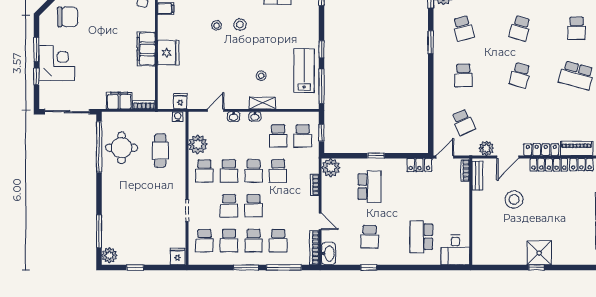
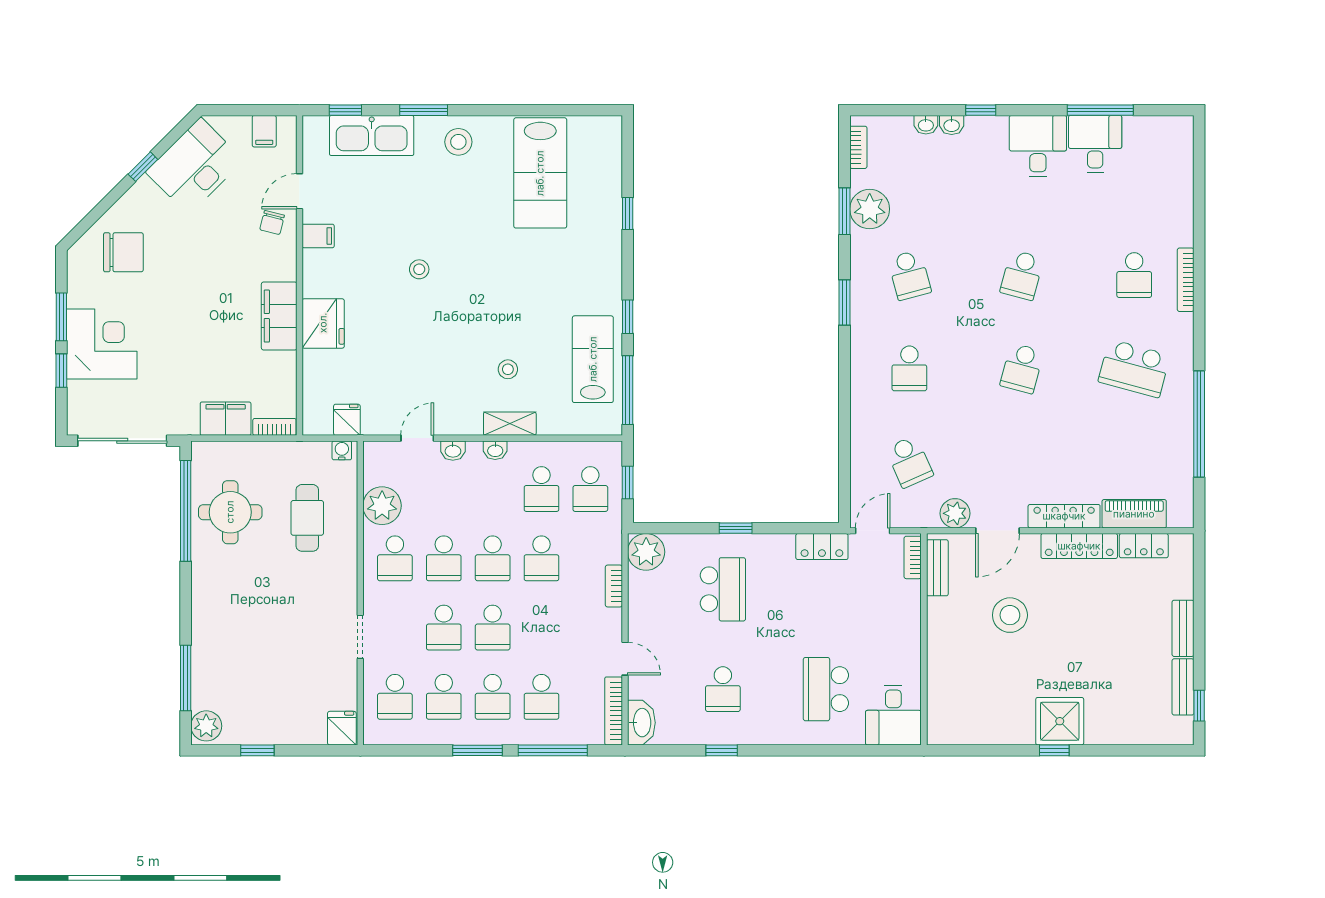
stool: (240, 25) -> (466, 268), removed

